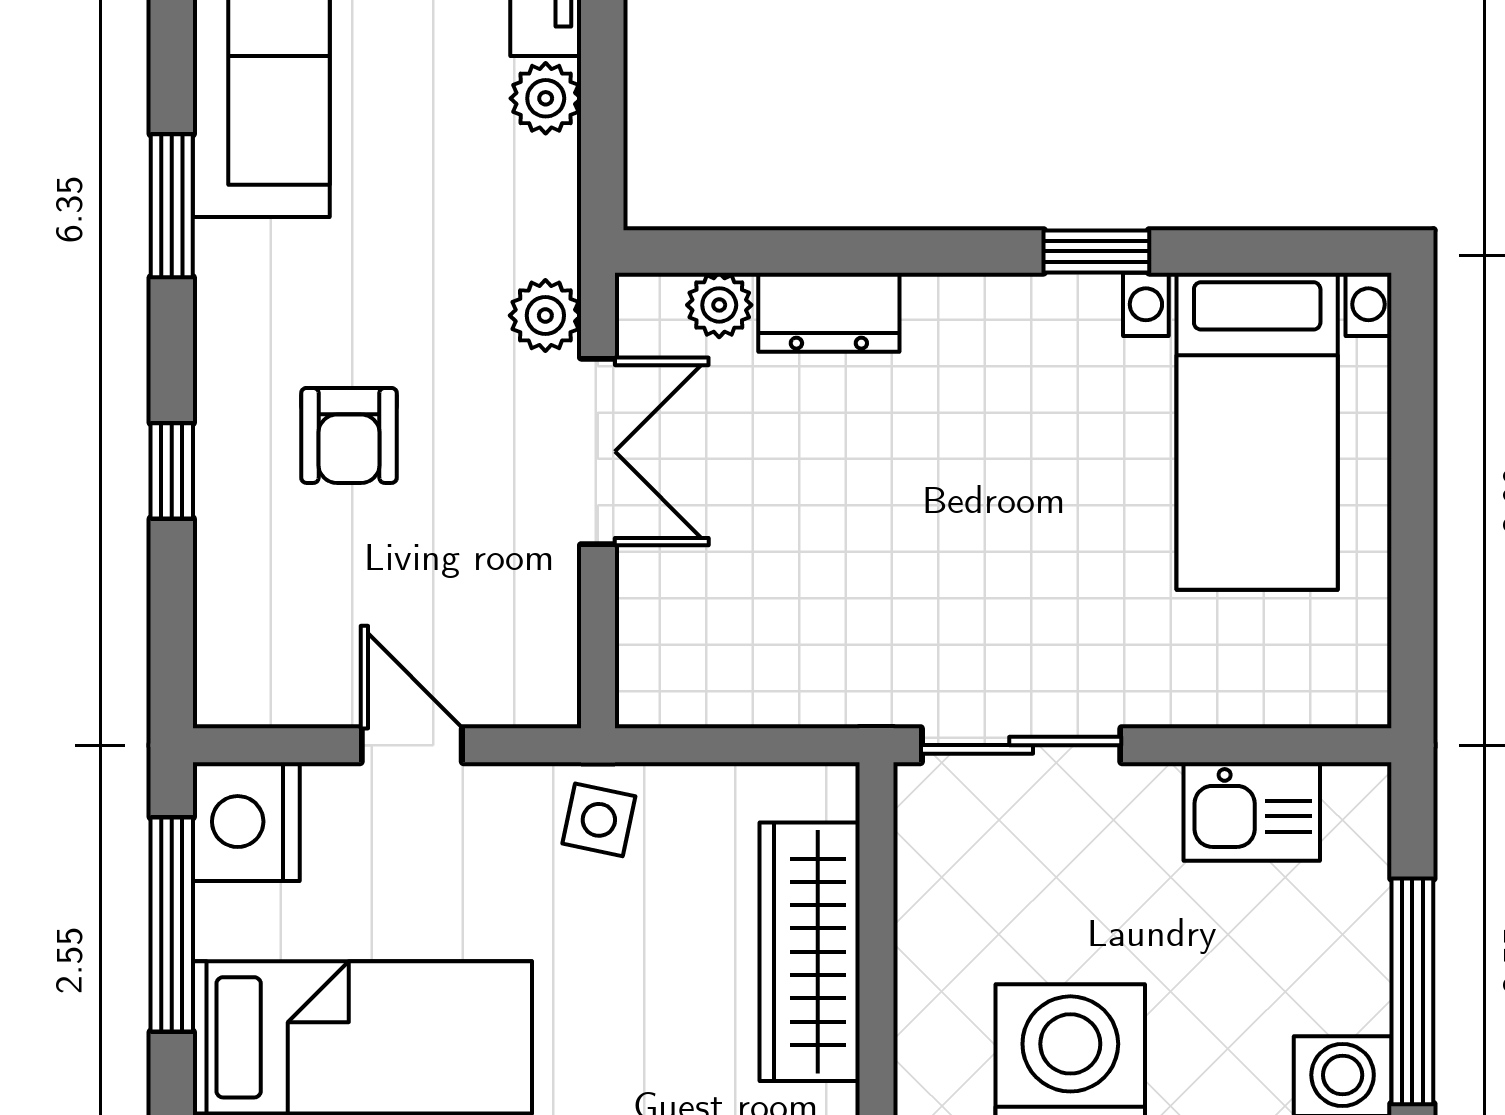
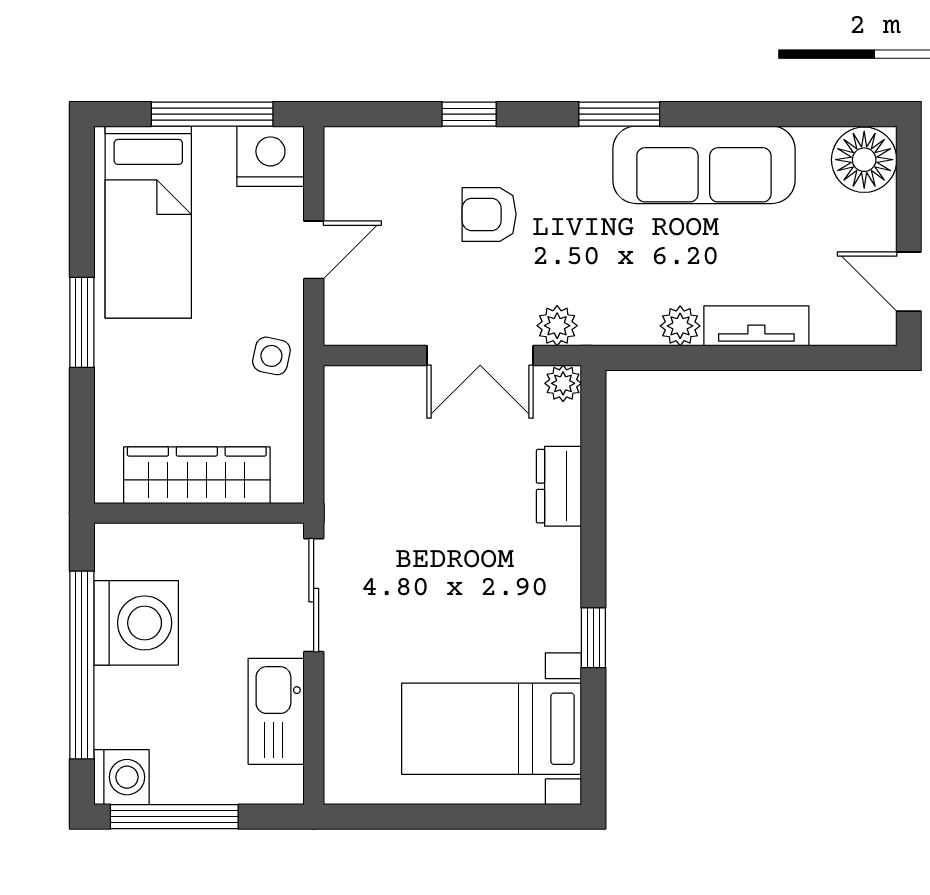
plant: (719, 305) -> (563, 383), moved
kitchen sink: (1252, 811) -> (276, 711), width x1.38

